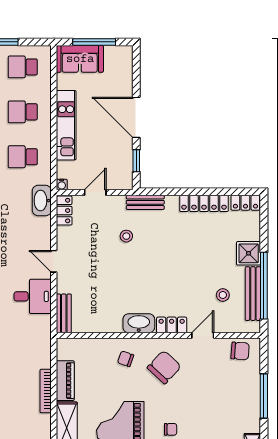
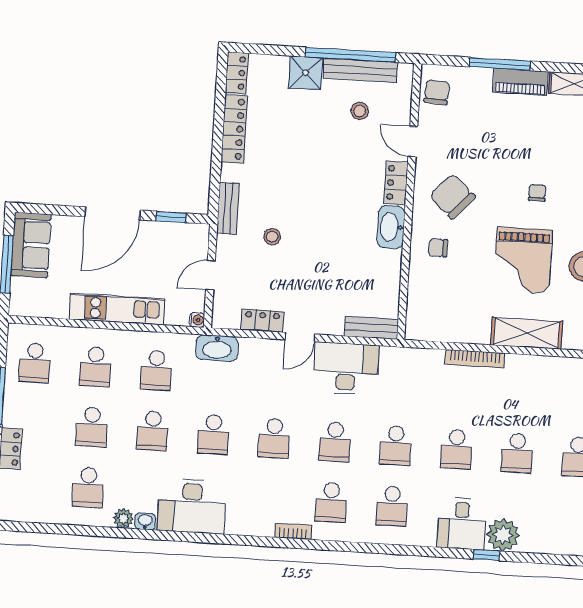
sofa: (80, 59) -> (31, 245), moved
door: (95, 193) -> (211, 275), hinge flipped
locker: (64, 211) -> (262, 321), moved
desk: (33, 296) -> (346, 368), width x1.37
chair: (126, 359) -> (438, 248), turned 71
piano: (65, 381) -> (521, 82), moved, turned 180

